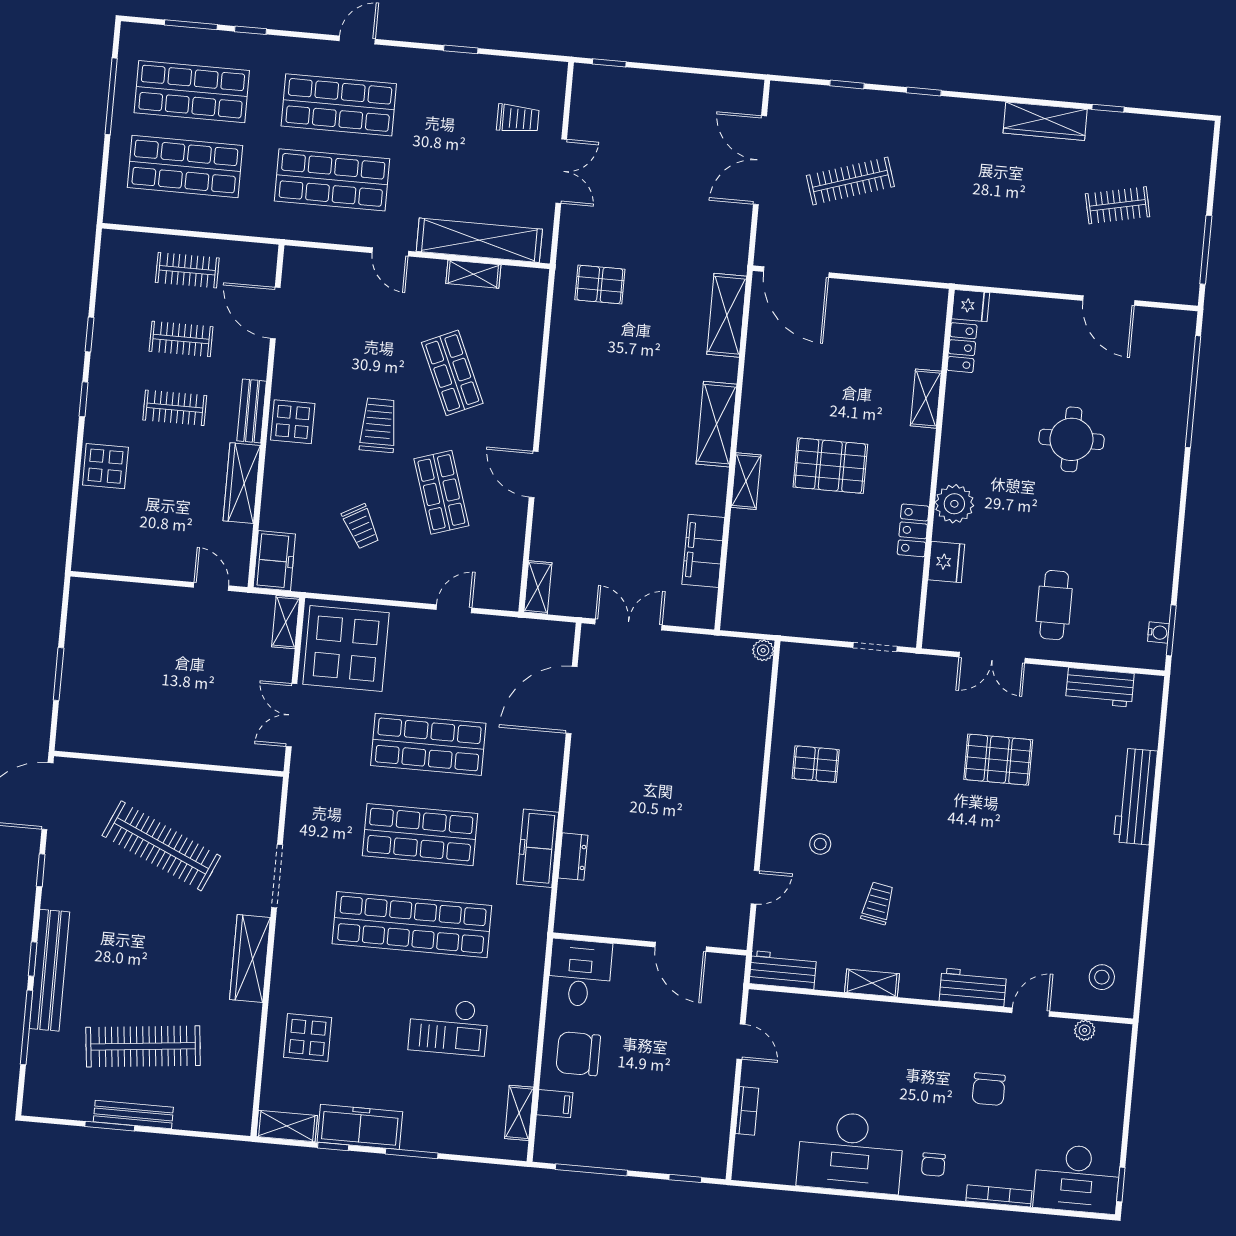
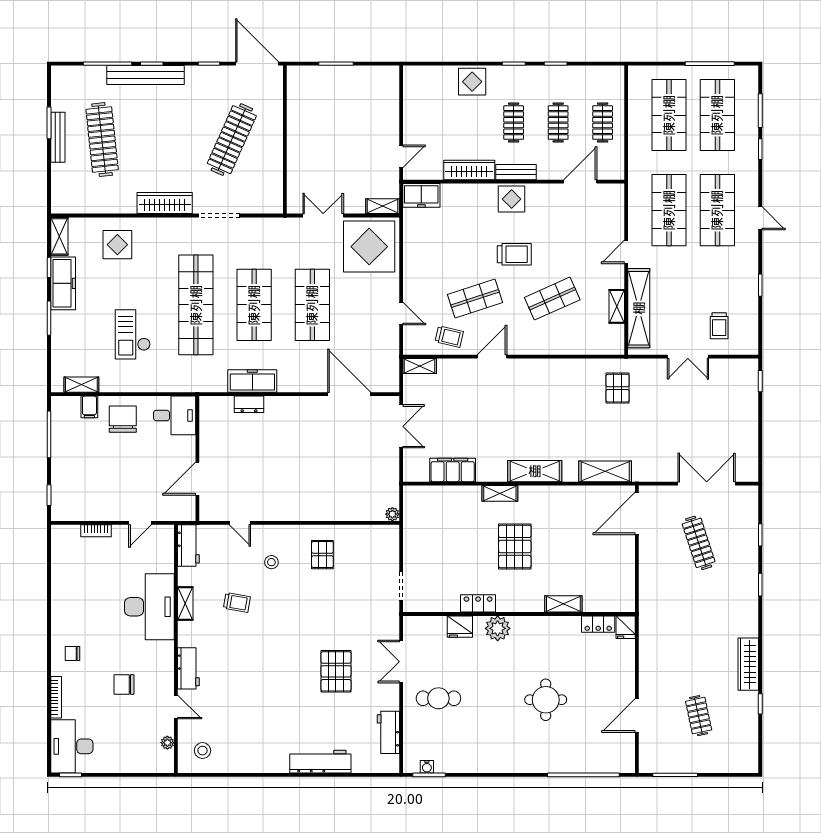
trolley: (361, 526) -> (449, 337), moved, turned -138
desk: (850, 1152) -> (149, 607), moved, turned 180

